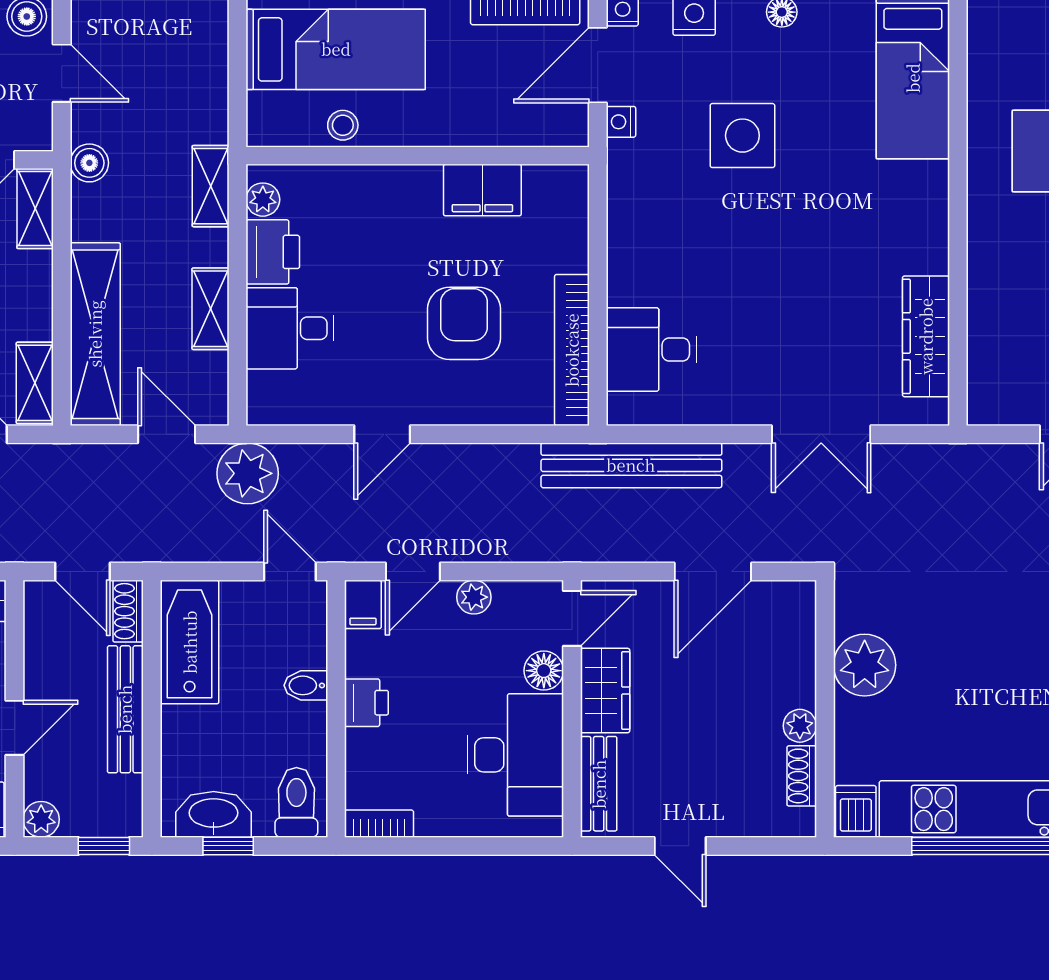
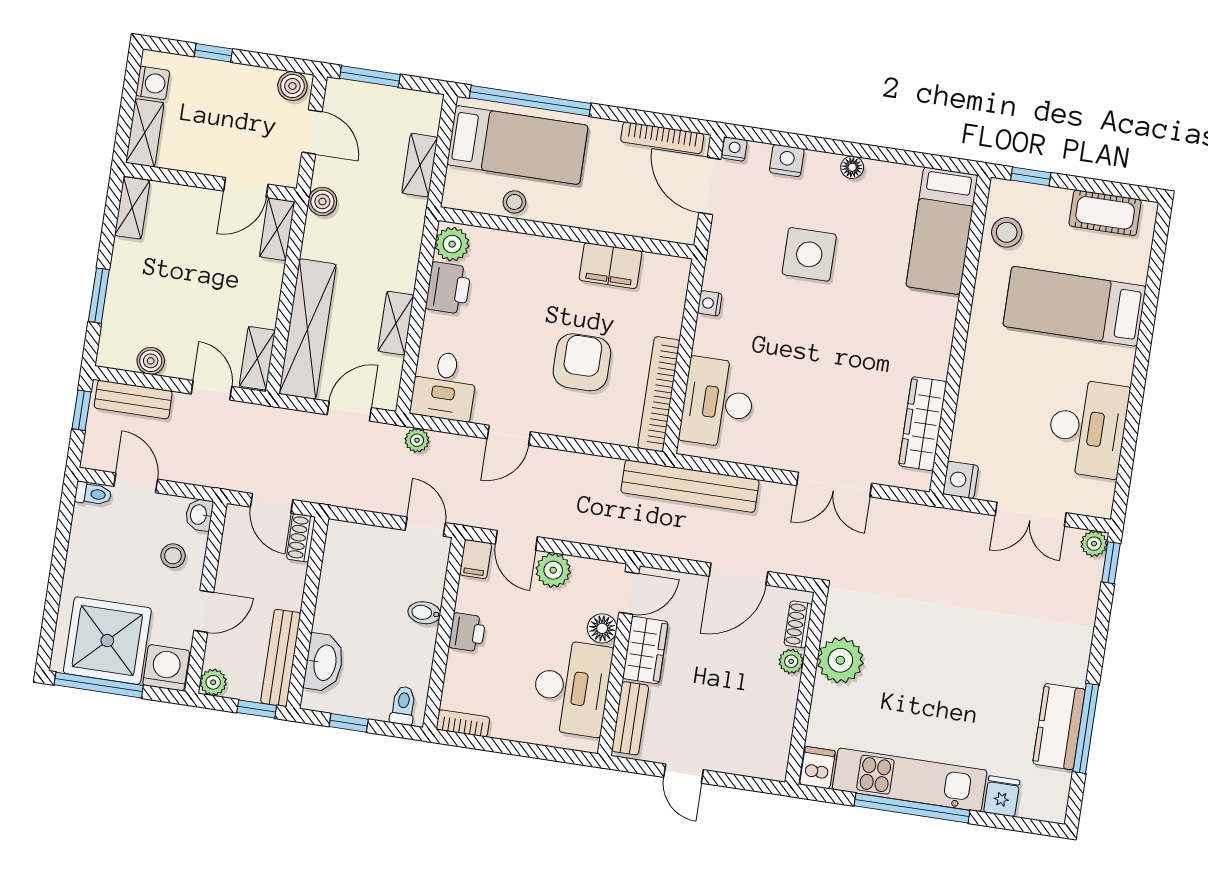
door: (598, 65) -> (710, 186), hinge flipped
stool: (999, 67) -> (1007, 232), added
nightstand: (621, 122) -> (710, 303), moved
shelving: (211, 186) -> (420, 165), moved
plant: (263, 200) -> (452, 244), width x1.38, depth x1.38
desk: (290, 328) -> (444, 386), moved, turned -90
desk: (651, 350) -> (718, 403), width x1.37
nightstand: (987, 403) -> (961, 480), added
door: (167, 434) -> (349, 411), hinge flipped
plant: (248, 473) -> (417, 440), width x0.53, depth x0.53
door: (413, 572) -> (516, 540), hinge flipped
plant: (474, 597) -> (553, 570), width x1.38, depth x1.38
bathtub: (190, 642) -> (343, 568), removed
bench: (125, 709) -> (281, 658), moved
plant: (800, 726) -> (791, 661), moved
shoe rack: (802, 776) -> (798, 624), moved
toilet: (296, 802) -> (403, 705), width x0.73, depth x0.72
washbasin: (214, 814) -> (324, 663), moved, turned 90

